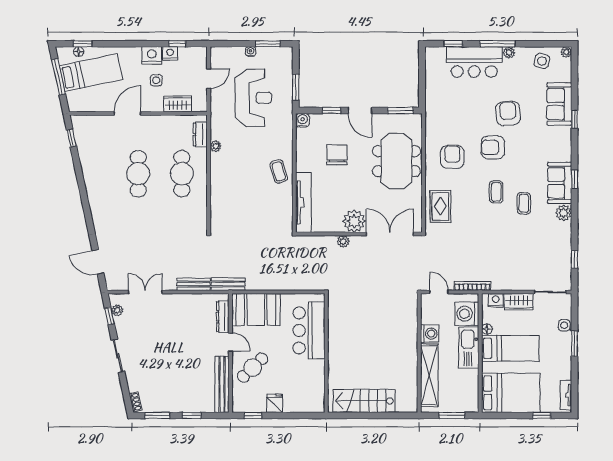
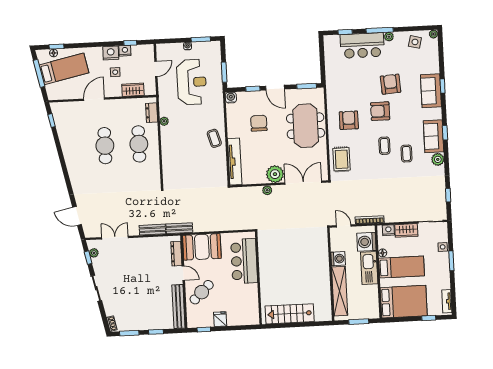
sofa: (559, 104) -> (431, 91), moved

